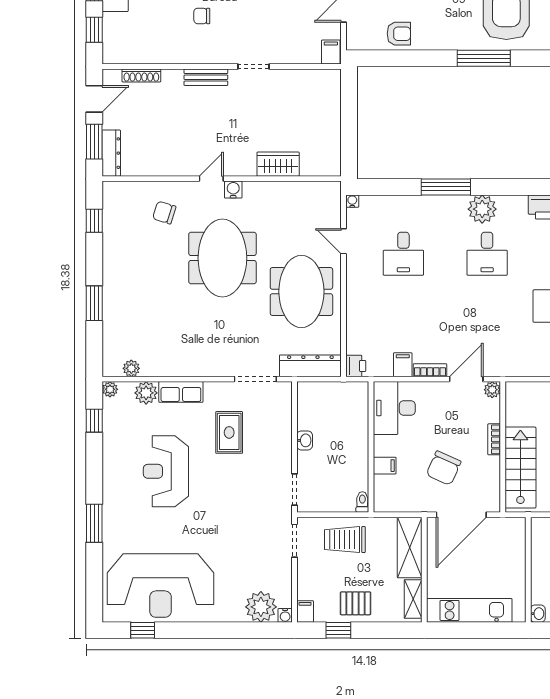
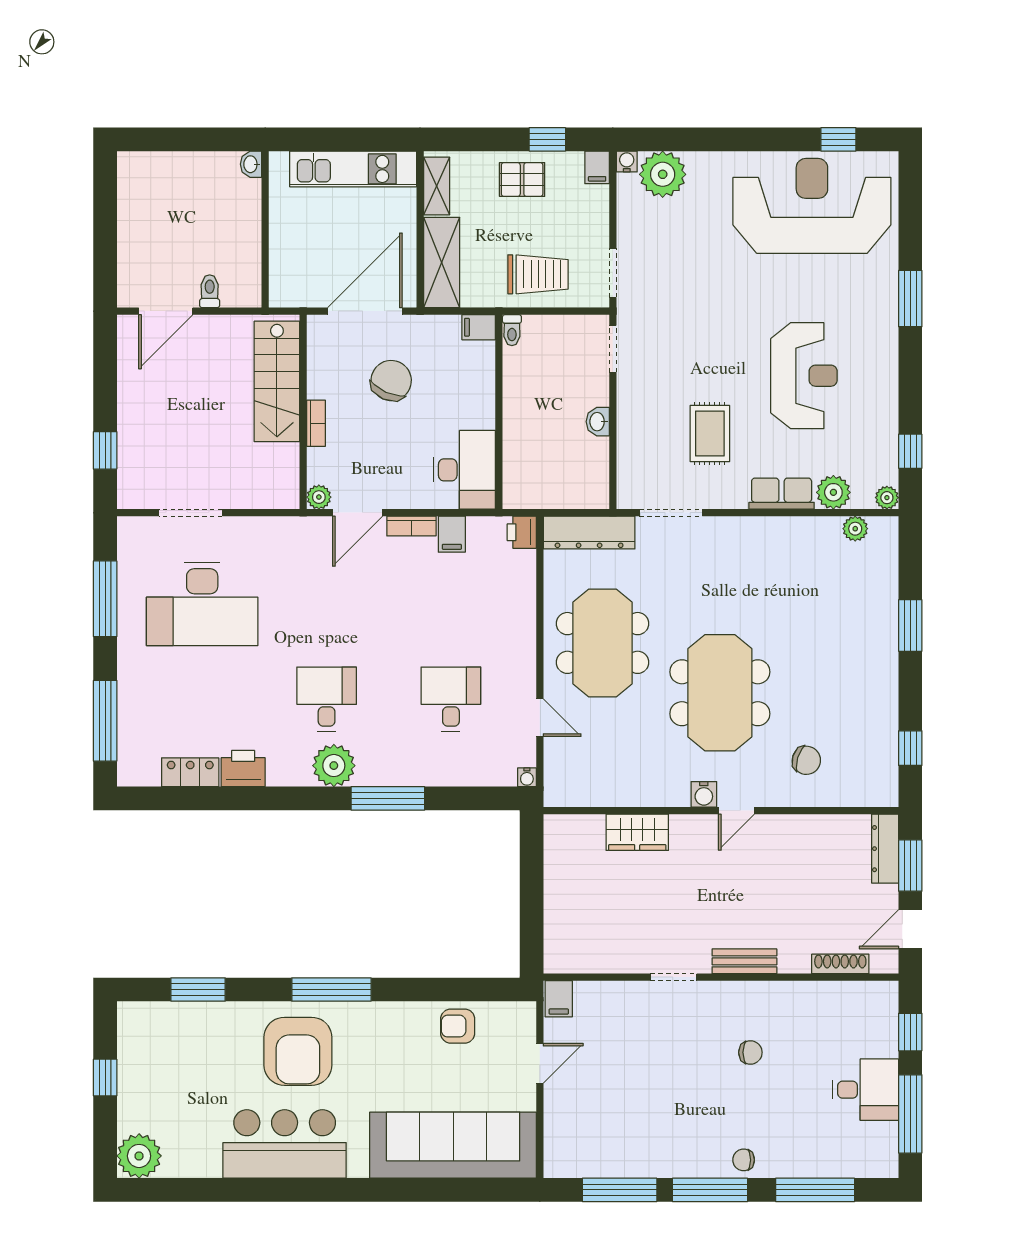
filing cabinet: (385, 466) -> (479, 327), moved

